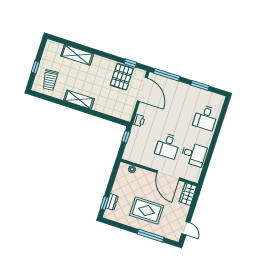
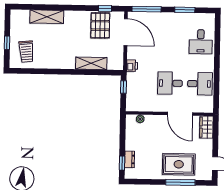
shelving: (79, 100) -> (91, 63), moved
desk: (168, 146) -> (170, 83), turned 90
rug: (147, 211) -> (179, 164), moved

